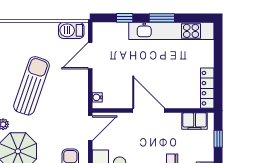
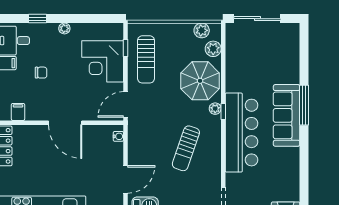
sun lounger: (32, 86) -> (186, 148), width x0.73, depth x0.75
filing cabinet: (195, 121) -> (18, 112), width x0.50

